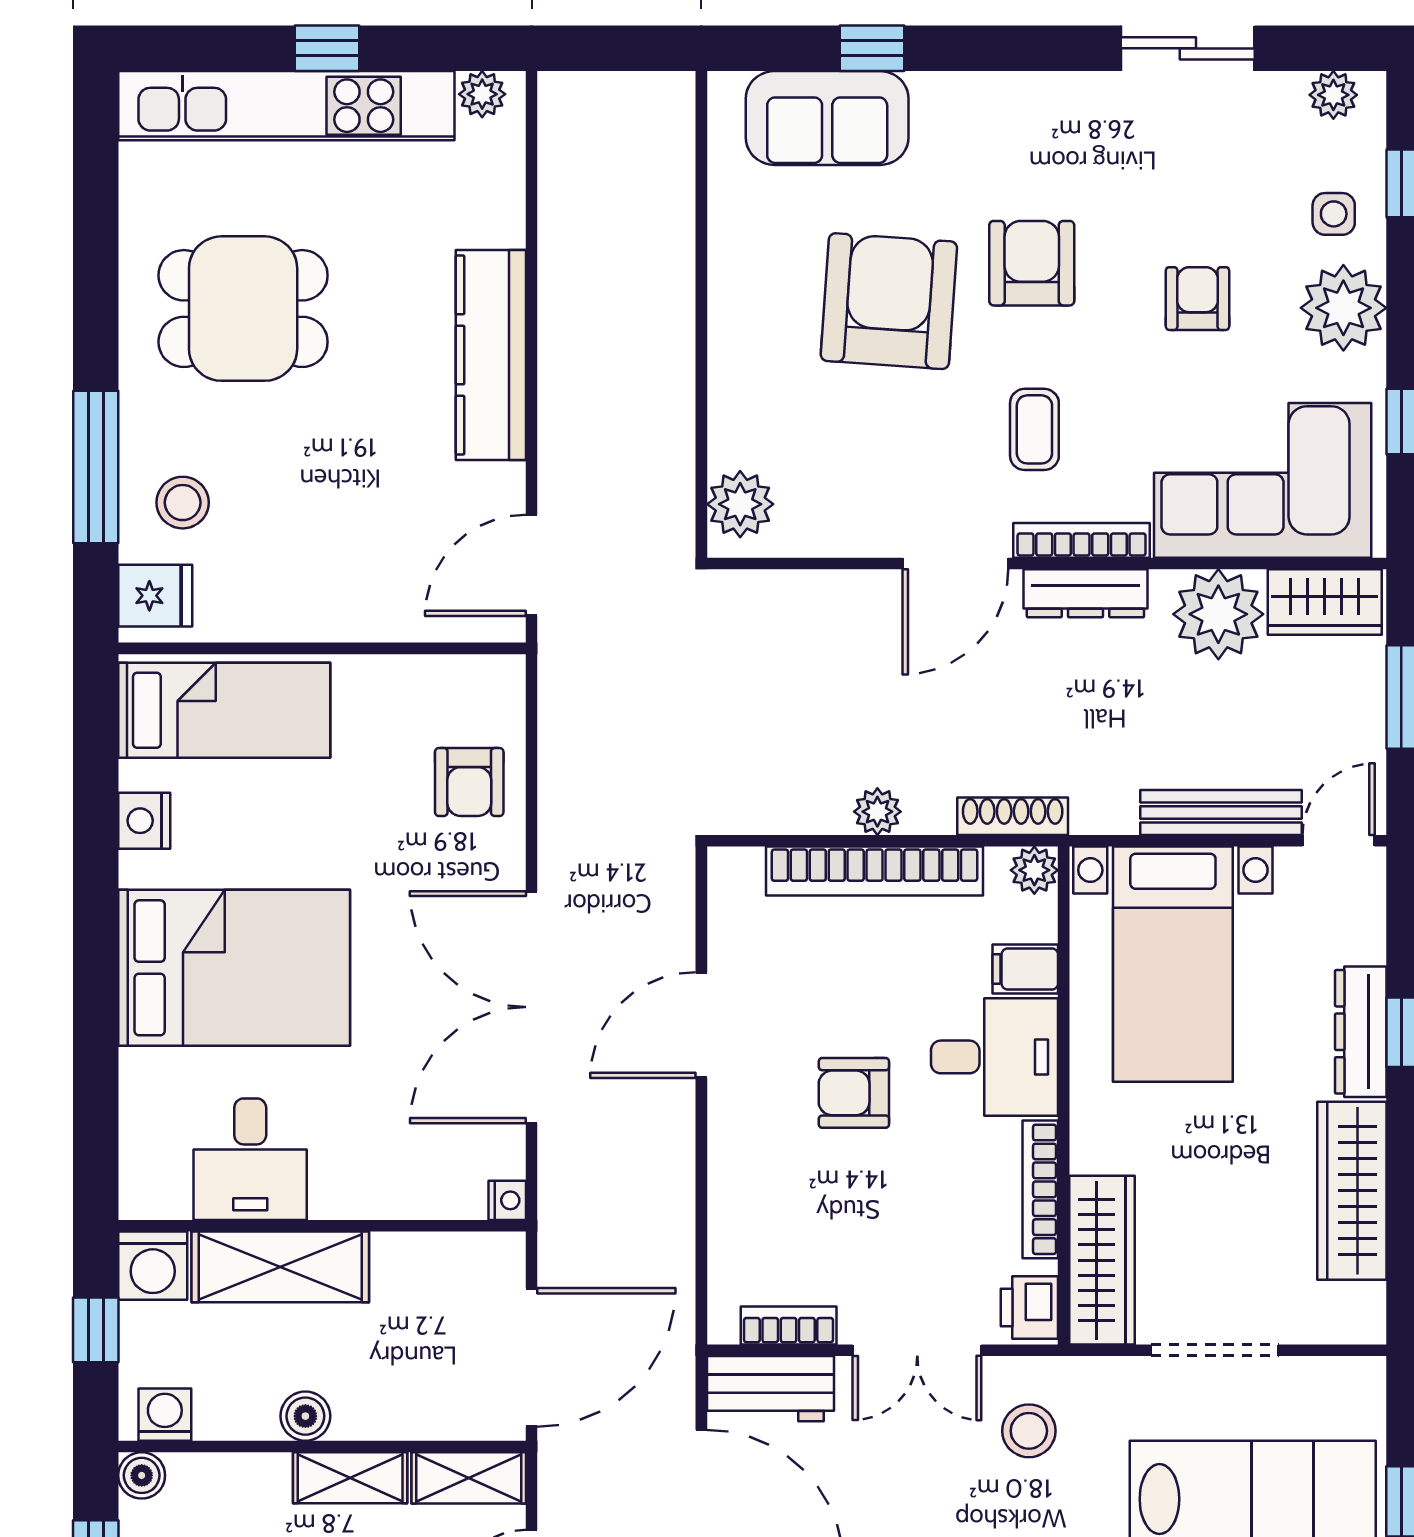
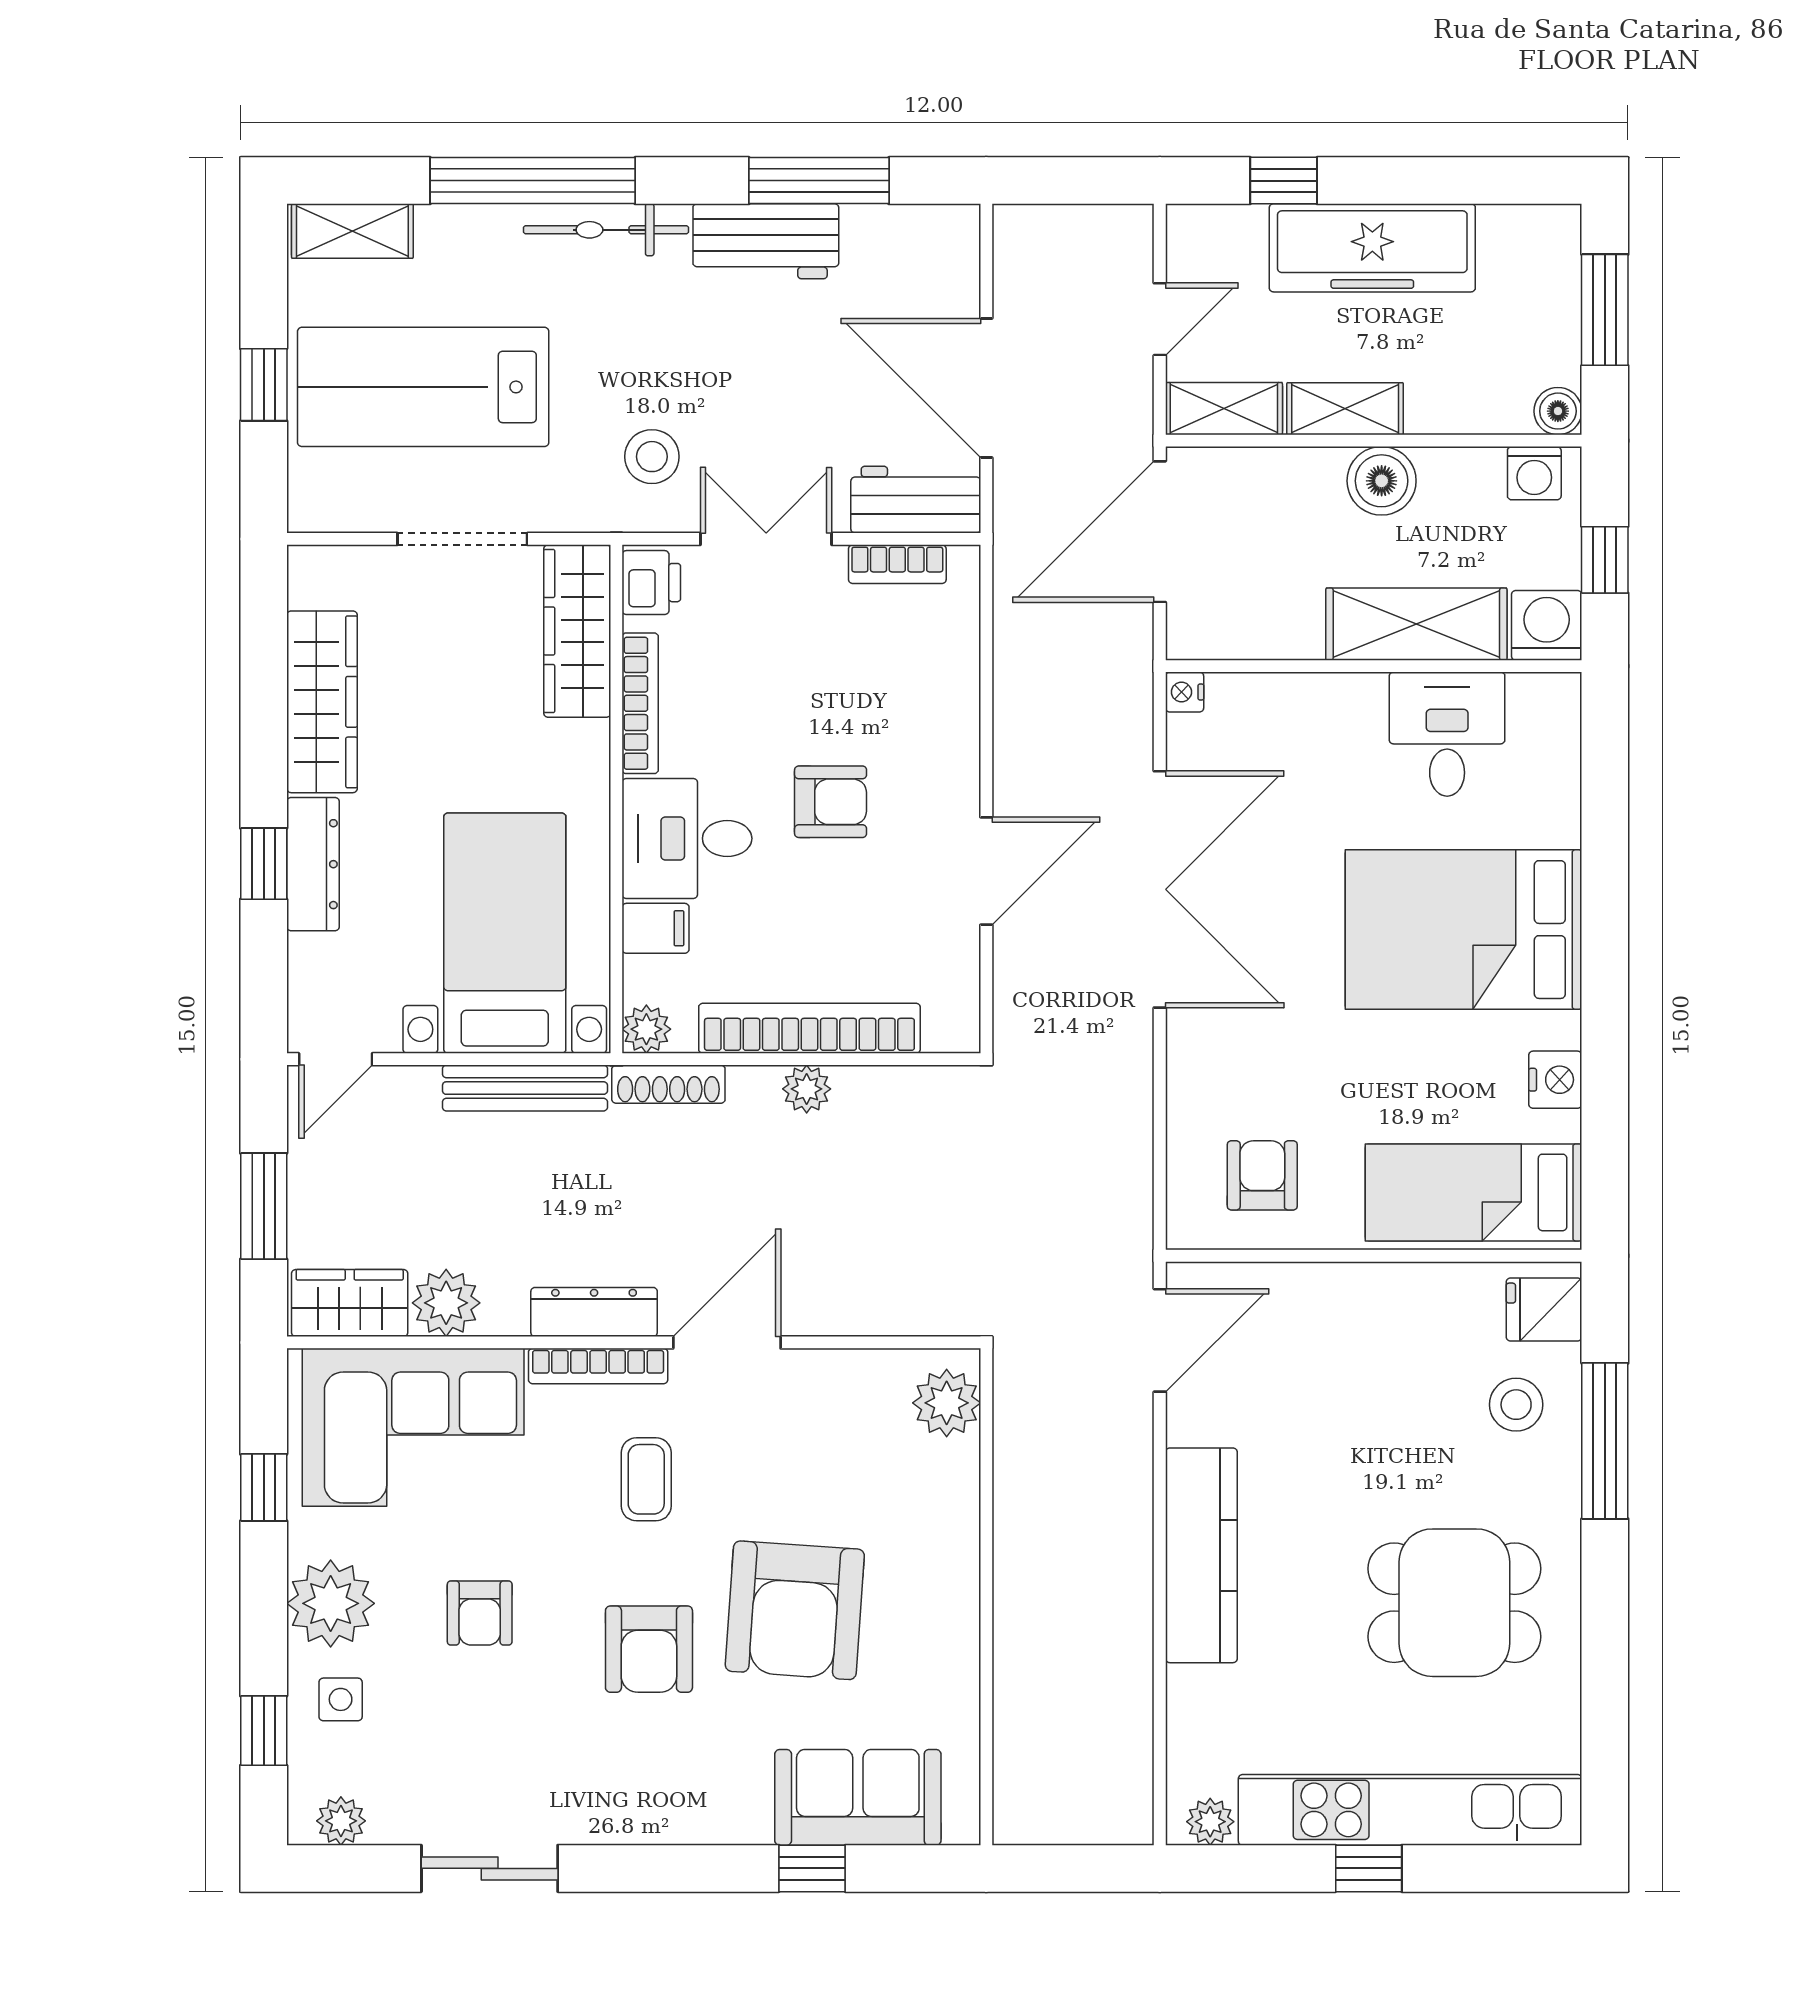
plant: (1218, 614) -> (446, 1303), width x0.73, depth x0.73
armchair: (469, 782) -> (1262, 1175), moved
bench: (1221, 813) -> (525, 1088), moved
boiler: (305, 1416) -> (1382, 481), width x1.36, depth x1.36

